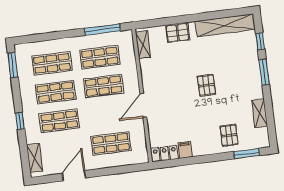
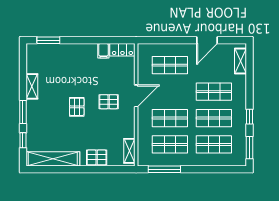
shelving: (260, 113) -> (32, 86), moved
window: (20, 121) -> (249, 117), moved
pallet: (229, 135) -> (109, 102), moved, turned 90

